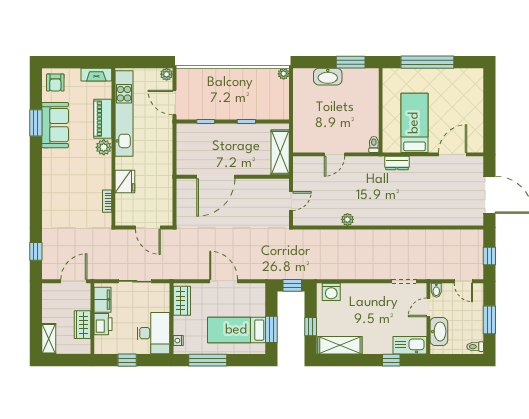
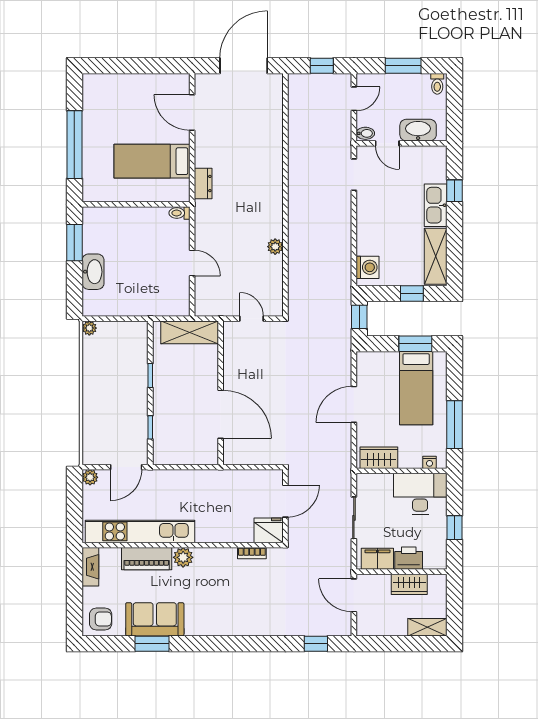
fridge: (125, 181) -> (269, 530), moved
kitchen sink: (410, 345) -> (436, 205), moved

